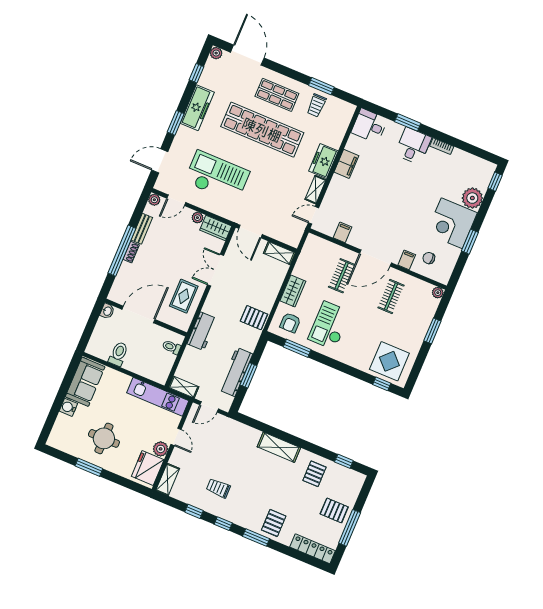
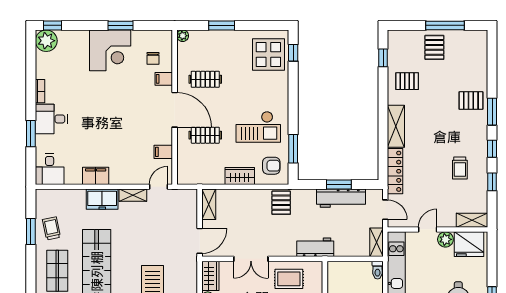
trolley: (316, 105) -> (51, 228), turned -102
plant: (472, 198) -> (46, 41), moved
door: (313, 215) -> (158, 187), swing flipped
toilet: (172, 347) -> (378, 270), moved
locker: (313, 549) -> (395, 171), moved, turned 180

